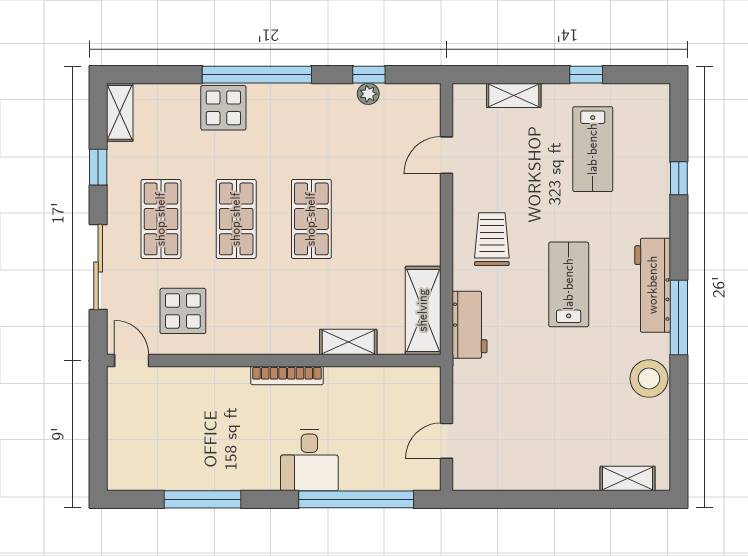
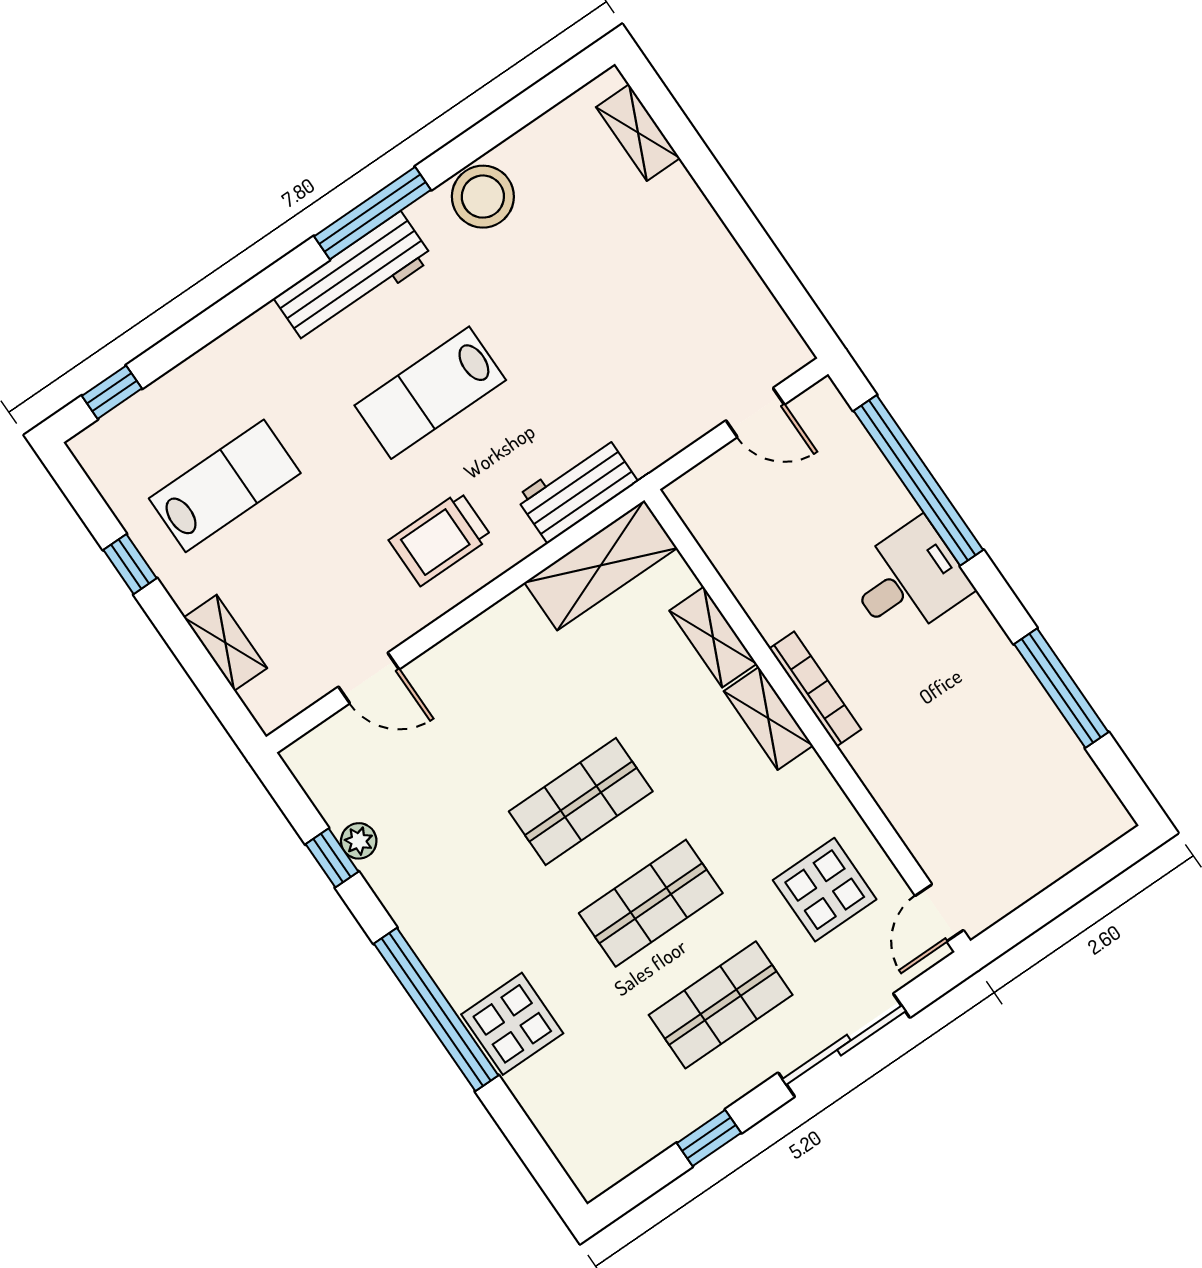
shelving: (120, 112) -> (768, 718), moved, turned 90
window: (679, 178) -> (112, 392), moved

